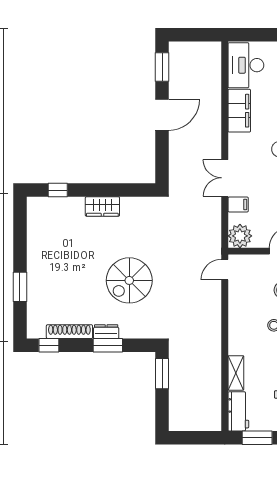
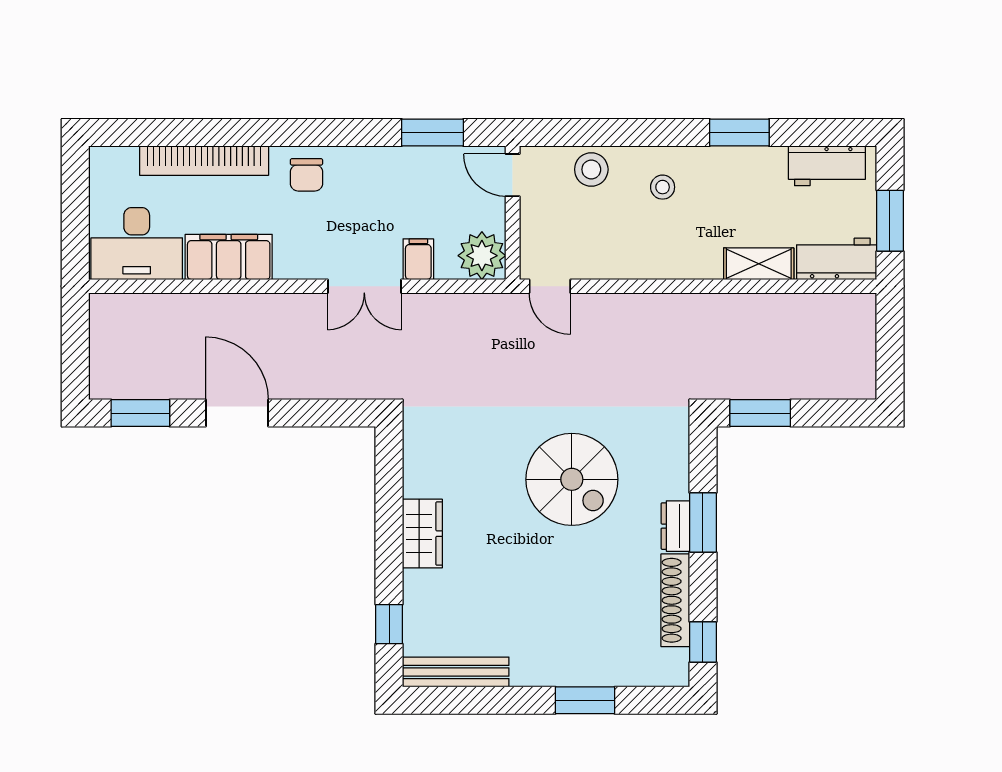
bench: (34, 223) -> (456, 672), added

